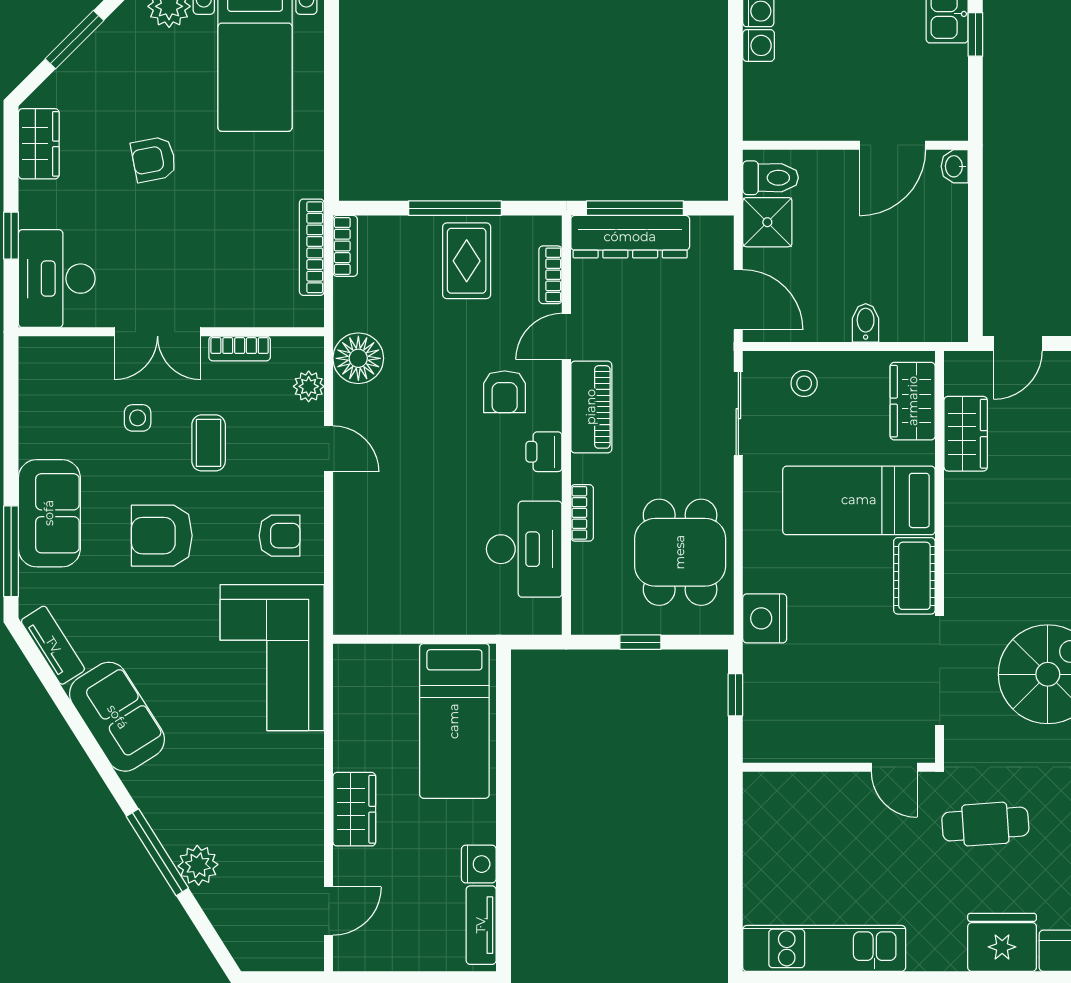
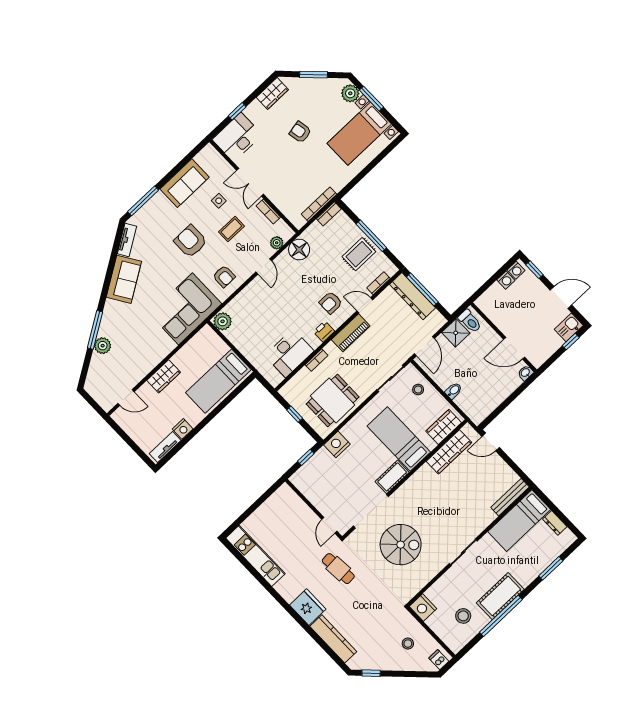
wardrobe: (966, 434) -> (449, 452), width x1.50
sofa: (49, 513) -> (185, 183), moved
plant: (356, 613) -> (223, 321), added

